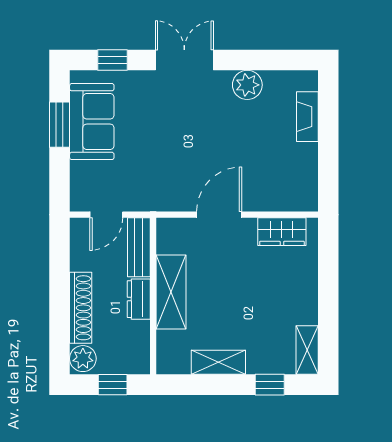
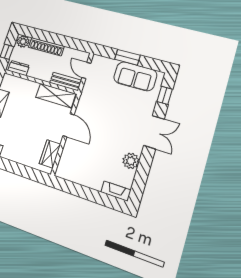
fireplace: (307, 117) -> (116, 191), moved
window: (60, 125) -> (127, 57), moved
shelving: (171, 292) -> (56, 96), moved
dresser: (139, 299) -> (19, 68), moved

